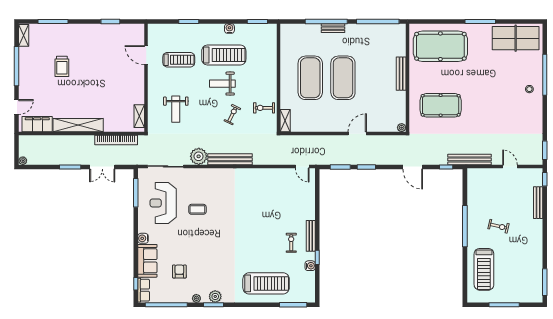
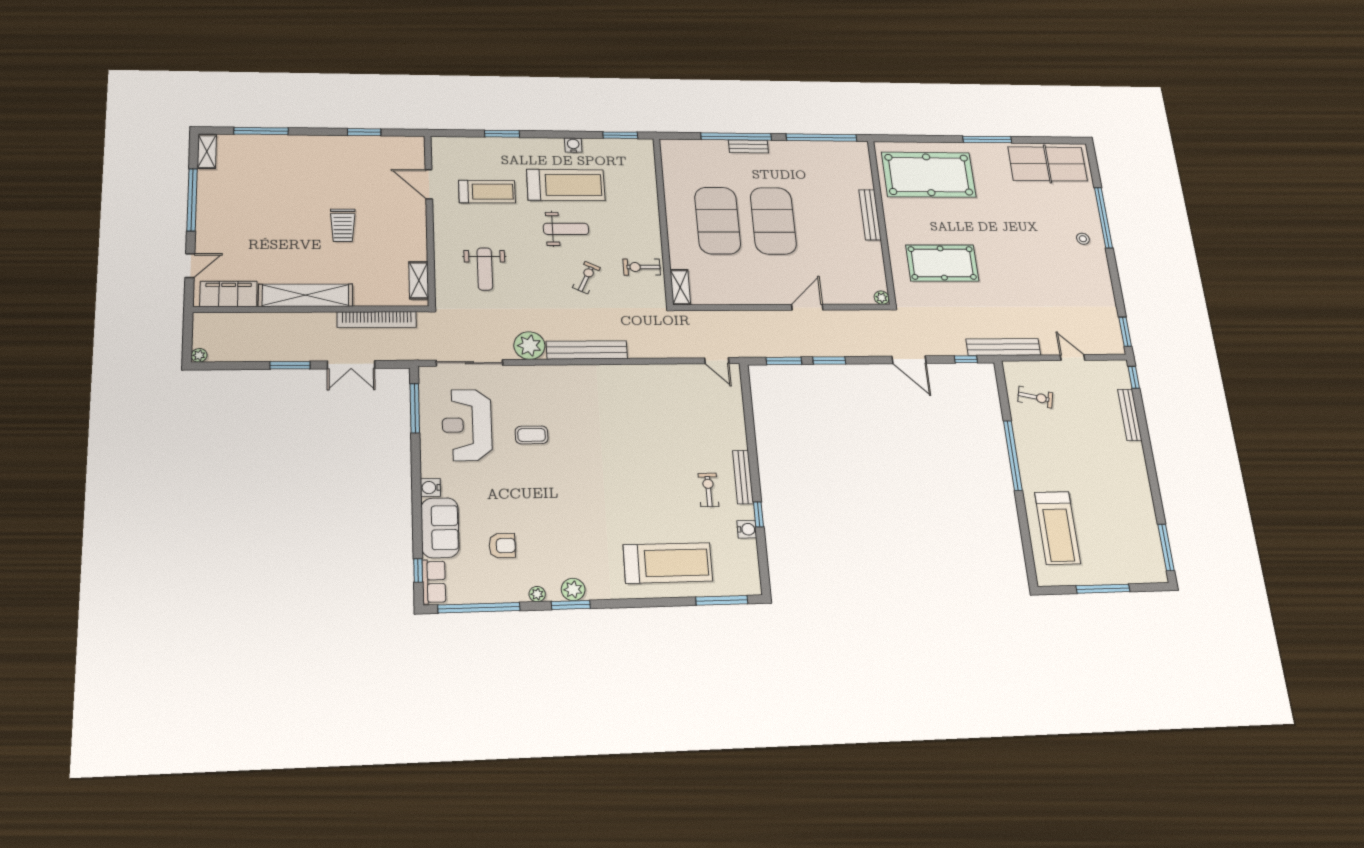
trolley: (62, 66) -> (343, 225), moved
weight bench: (222, 84) -> (566, 229), turned 180
exercise bike: (498, 226) -> (1035, 397), moved
armchair: (179, 271) -> (502, 546), turned 90

